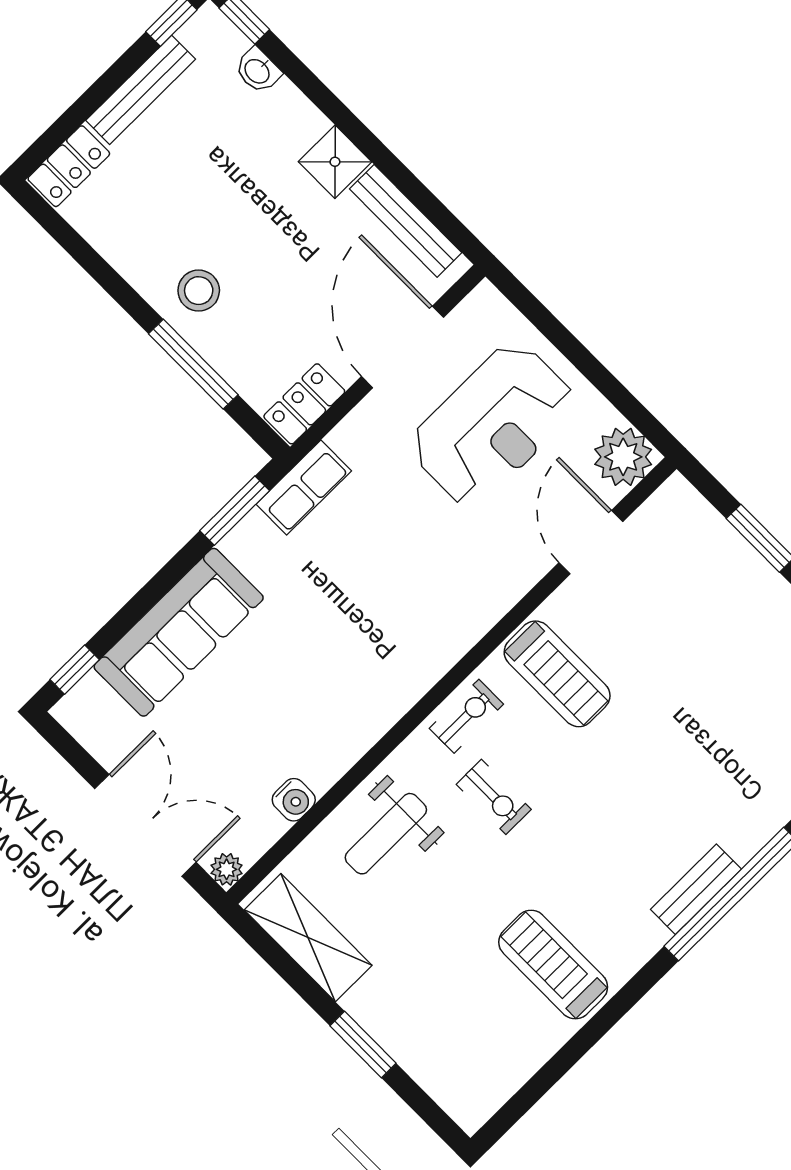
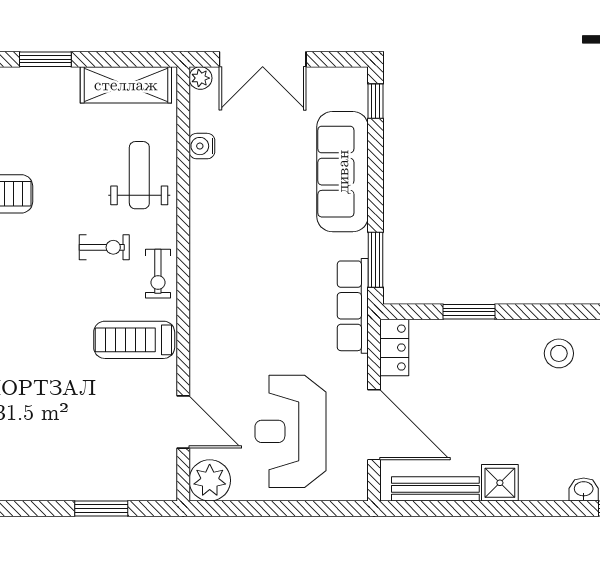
stool: (199, 291) -> (559, 353), moved
window: (193, 364) -> (469, 312), width x0.69
row of seats: (304, 488) -> (353, 306), width x1.48
exercise bike: (494, 797) -> (104, 247), turned 180

